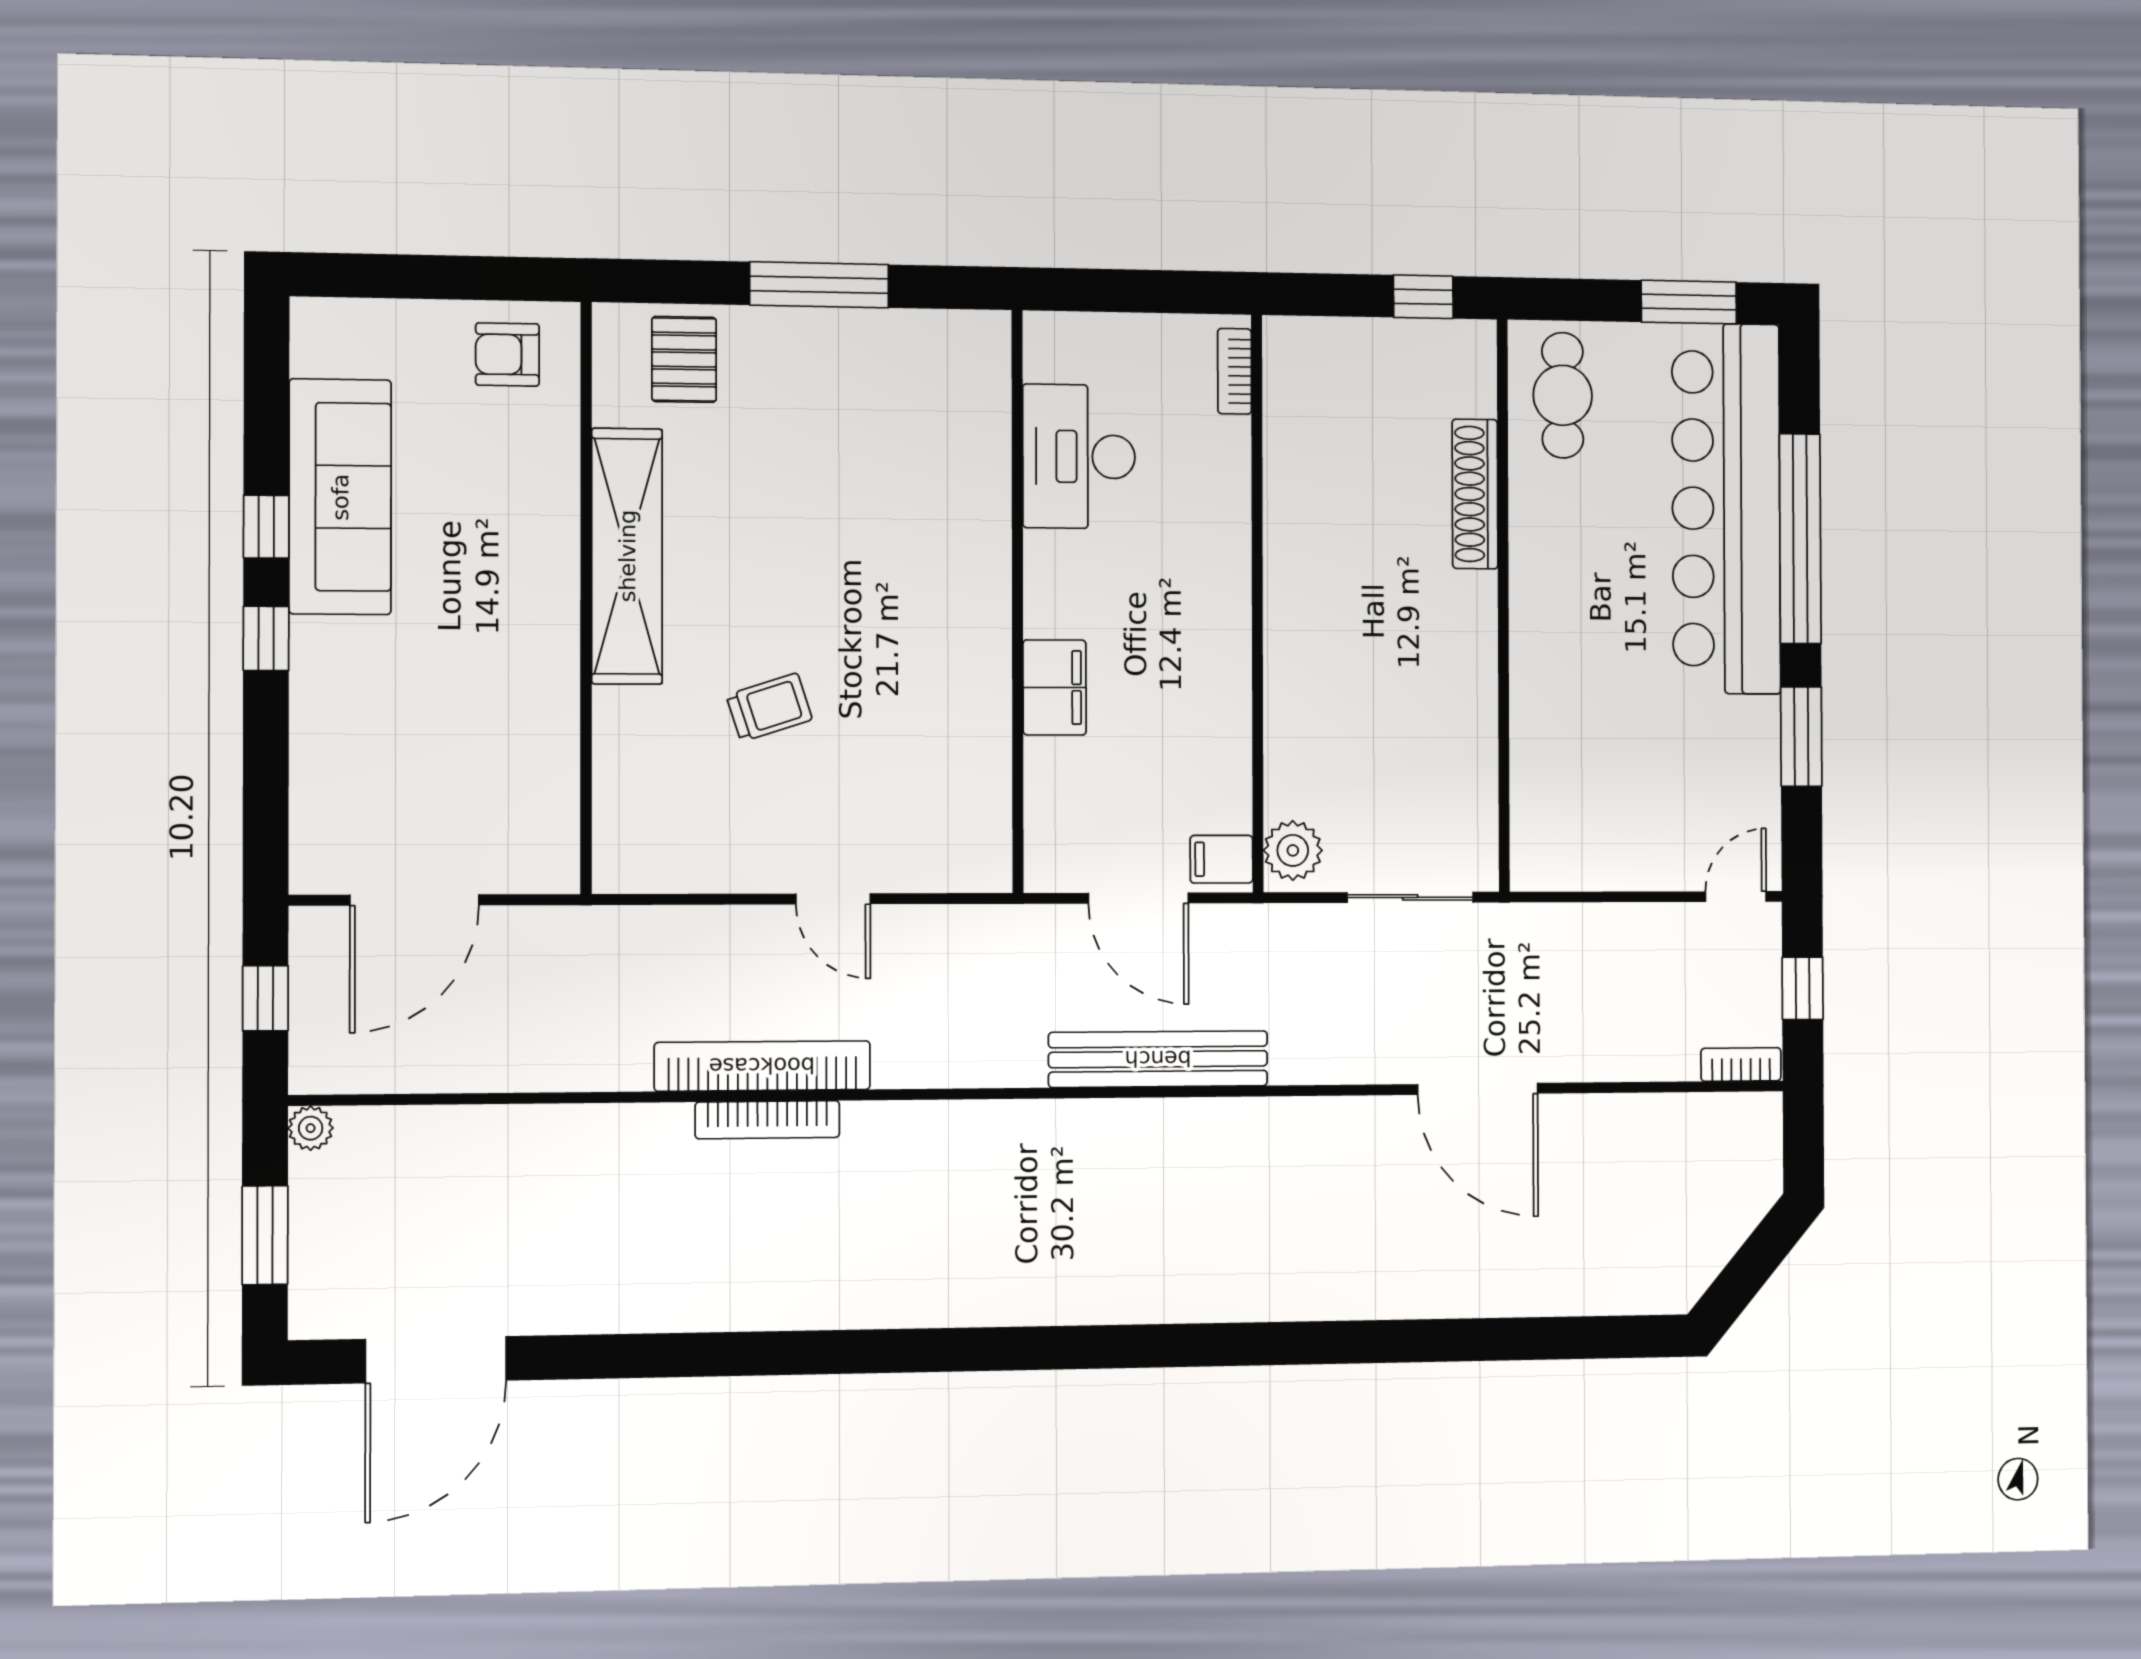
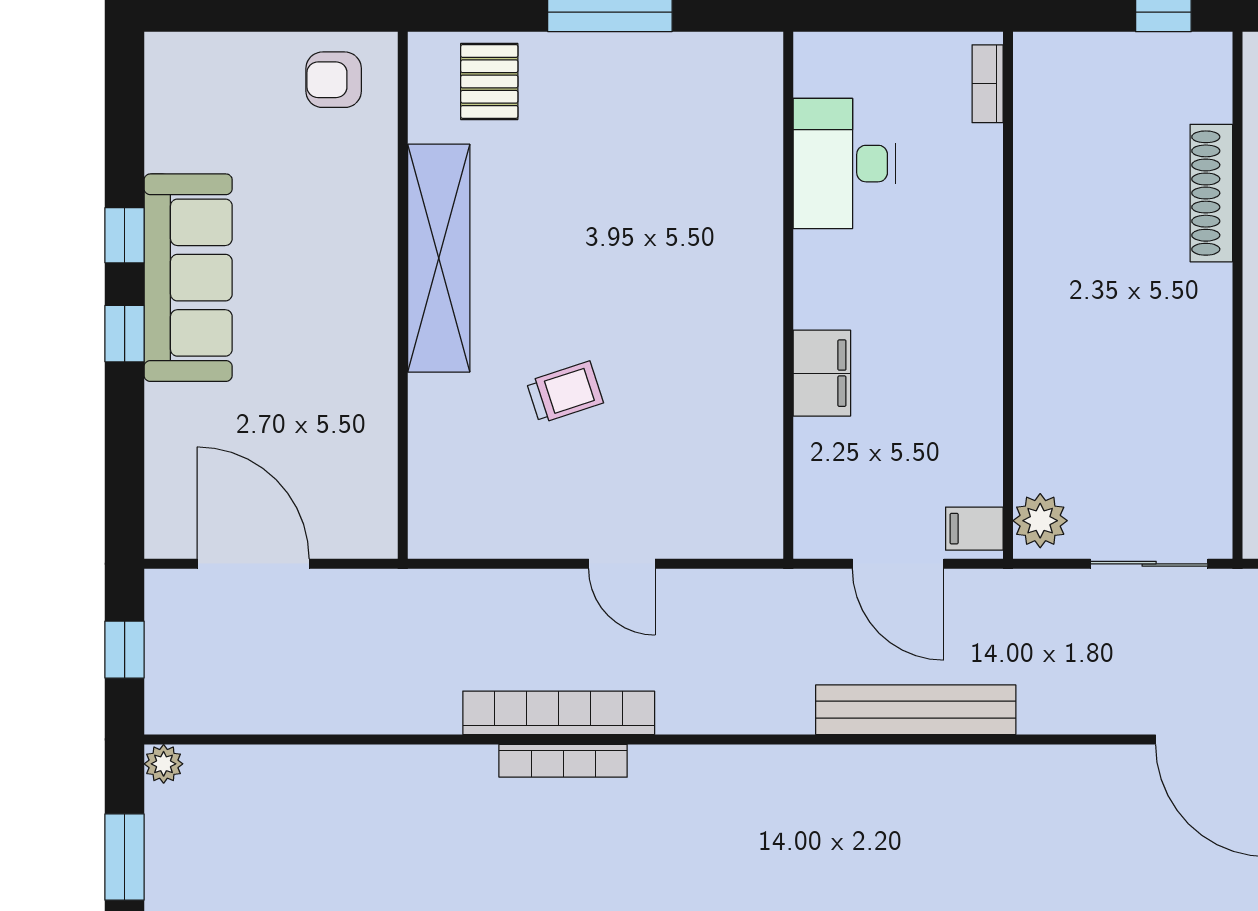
sofa: (340, 497) -> (188, 278), moved
door: (415, 900) -> (253, 564), swing flipped

